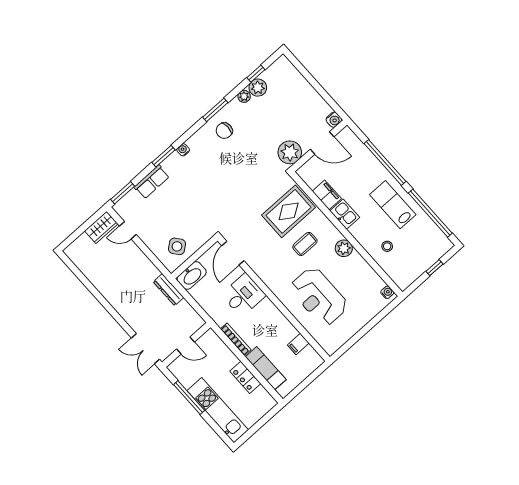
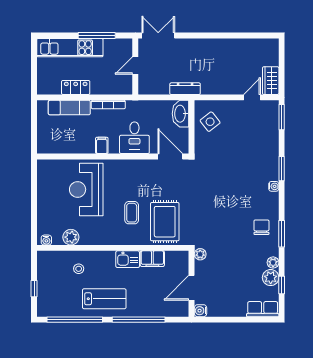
plant: (290, 152) -> (200, 254), width x0.53, depth x0.53
row of seats: (152, 182) -> (263, 309), moved, turned 90
plant: (344, 248) -> (71, 237), moved
reception desk: (319, 297) -> (86, 189), turned -90
filing cabinet: (298, 344) -> (102, 145), moved

